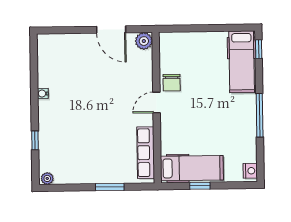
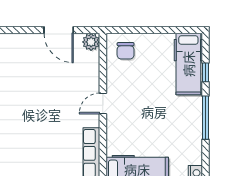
window: (259, 49) -> (205, 72), moved
chair: (172, 83) -> (126, 51), moved

